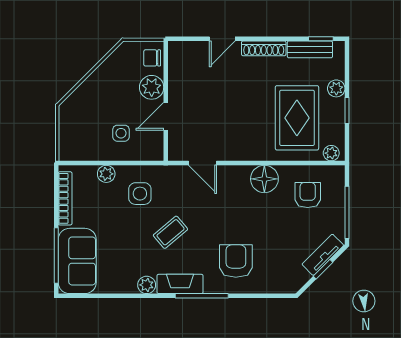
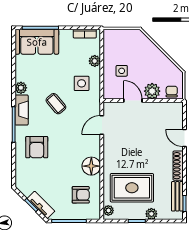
bookcase: (65, 198) -> (85, 34), width x0.64
armchair: (236, 261) -> (37, 147), turned 90

